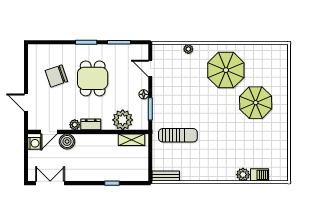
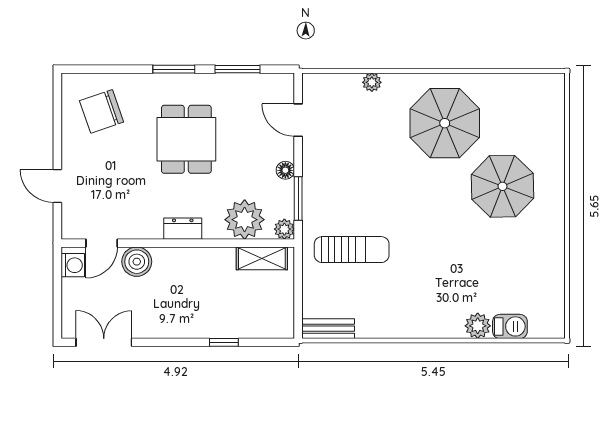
chair: (56, 76) -> (102, 111), moved
plant: (75, 125) -> (284, 229), moved

